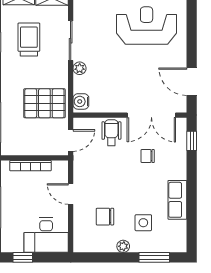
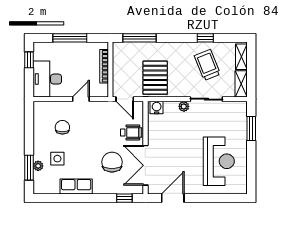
trolley: (29, 39) -> (207, 65), turned -112
chair: (148, 156) -> (112, 162), width x1.87, depth x1.87
plant: (123, 246) -> (38, 166), moved

